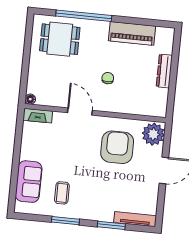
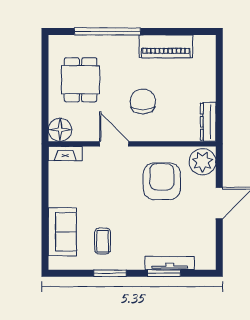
dining table: (60, 39) -> (81, 80), moved, turned 90
dresser: (164, 71) -> (208, 122), moved
chair: (108, 78) -> (143, 101), width x1.87, depth x1.87
floor lamp: (30, 99) -> (60, 130), width x1.89, depth x1.89
tv unit: (135, 219) -> (170, 263), moved

